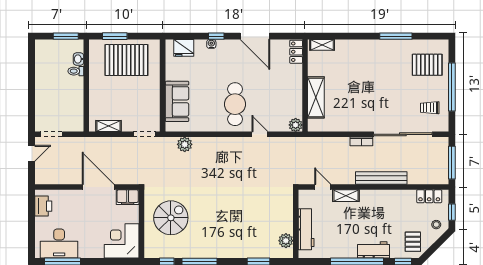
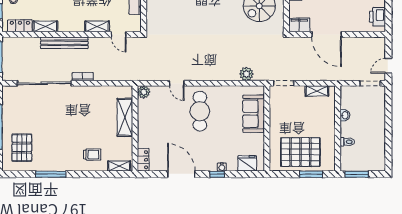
washbasin: (78, 59) -> (345, 115), moved
pallet: (427, 65) -> (22, 148), turned 90
trolley: (430, 108) -> (92, 155), moved
shelving: (402, 196) -> (45, 26), added

